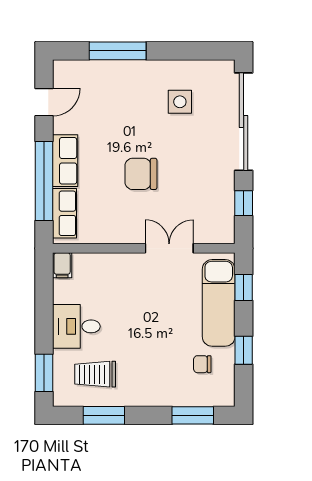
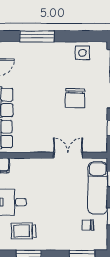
side table: (180, 102) -> (82, 53), moved
chair: (141, 174) -> (75, 98), moved, turned -89

